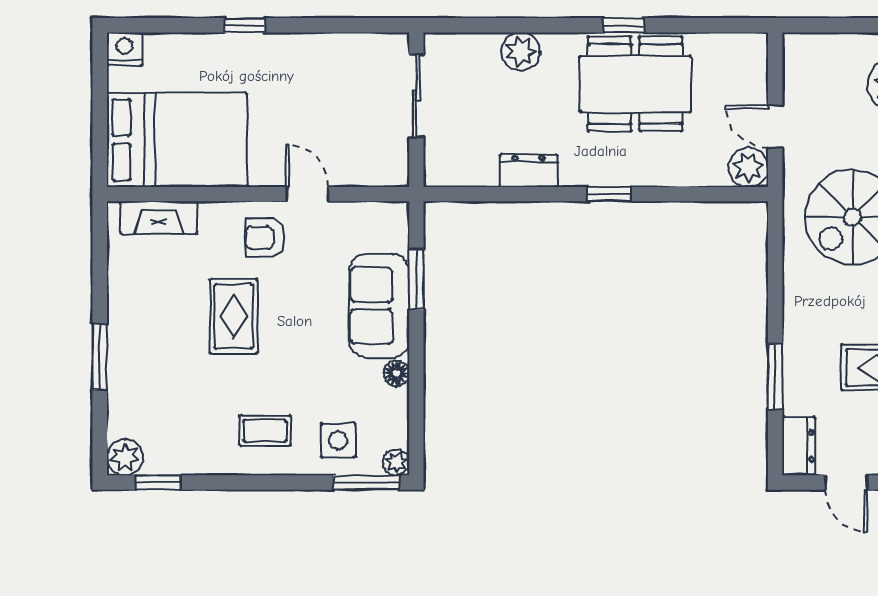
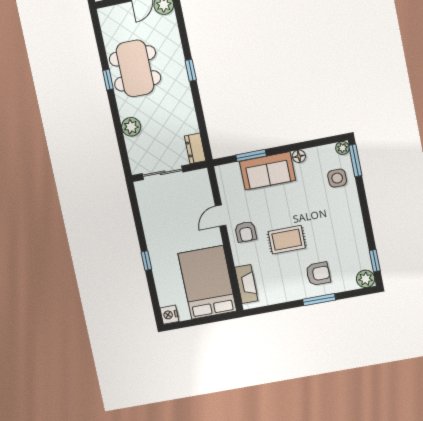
dresser: (529, 171) -> (195, 148), moved
armchair: (153, 365) -> (318, 274), added
coffee table: (265, 431) -> (339, 214), removed

